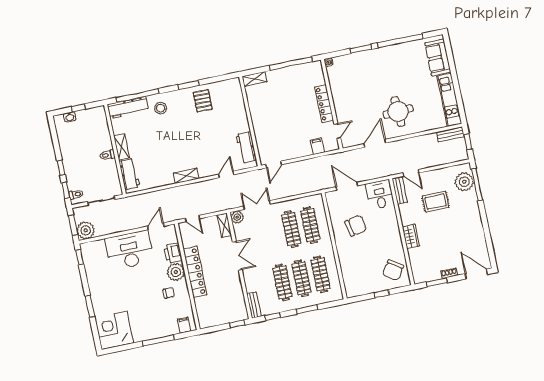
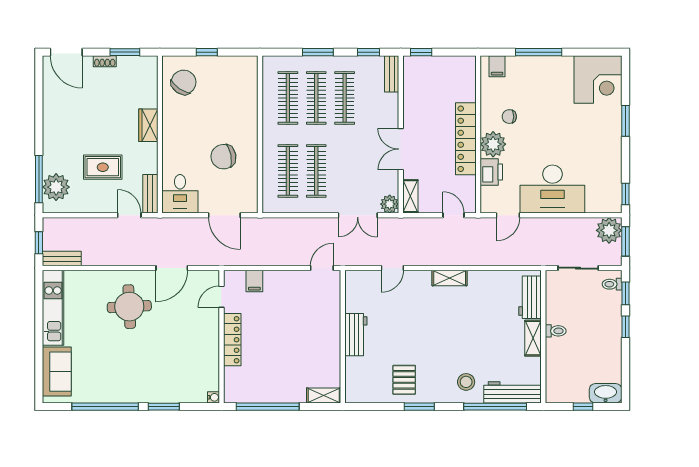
washbasin: (70, 117) -> (606, 393), width x1.91, depth x1.45
workbench: (246, 147) -> (356, 335), moved

